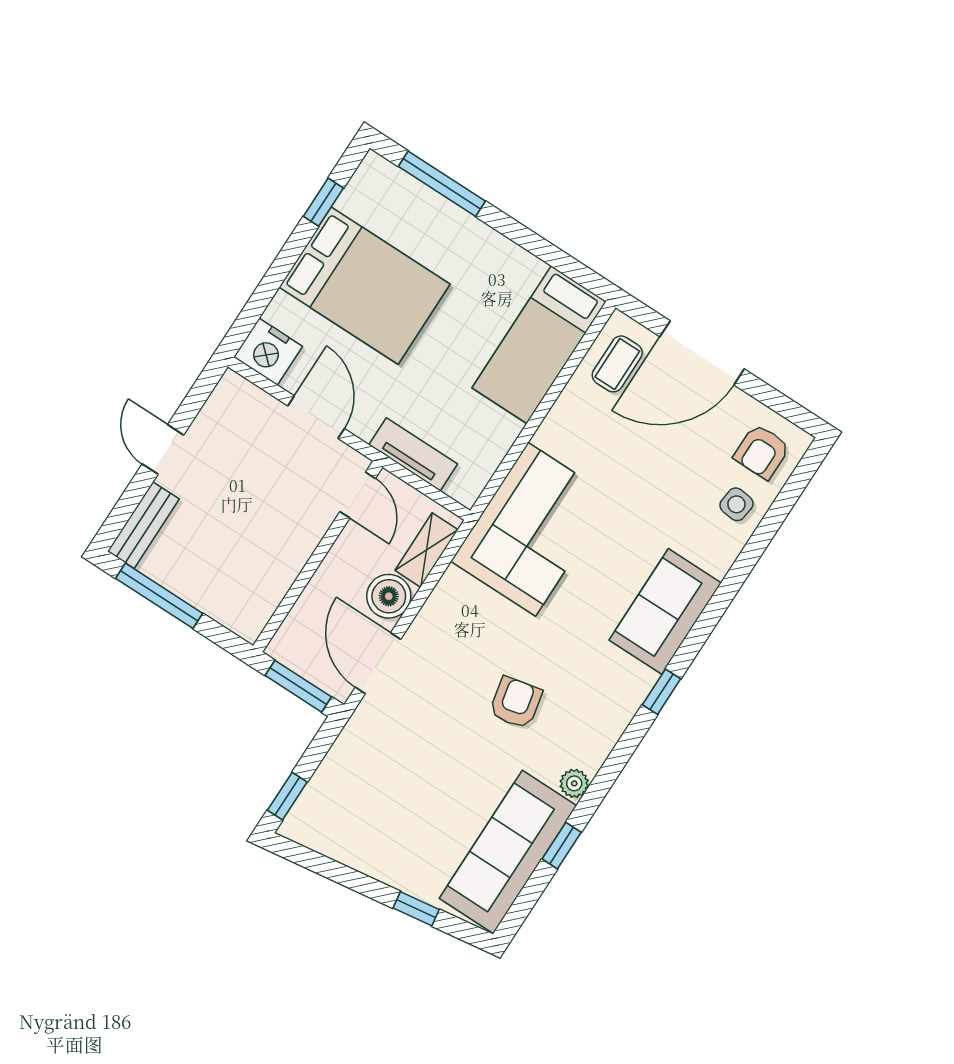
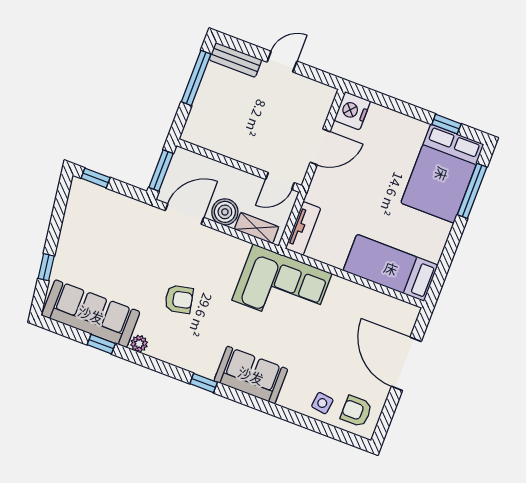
bed: (365, 286) -> (442, 174), moved
coffee table: (617, 364) -> (389, 316), removed
tv unit: (413, 454) -> (303, 228), moved

